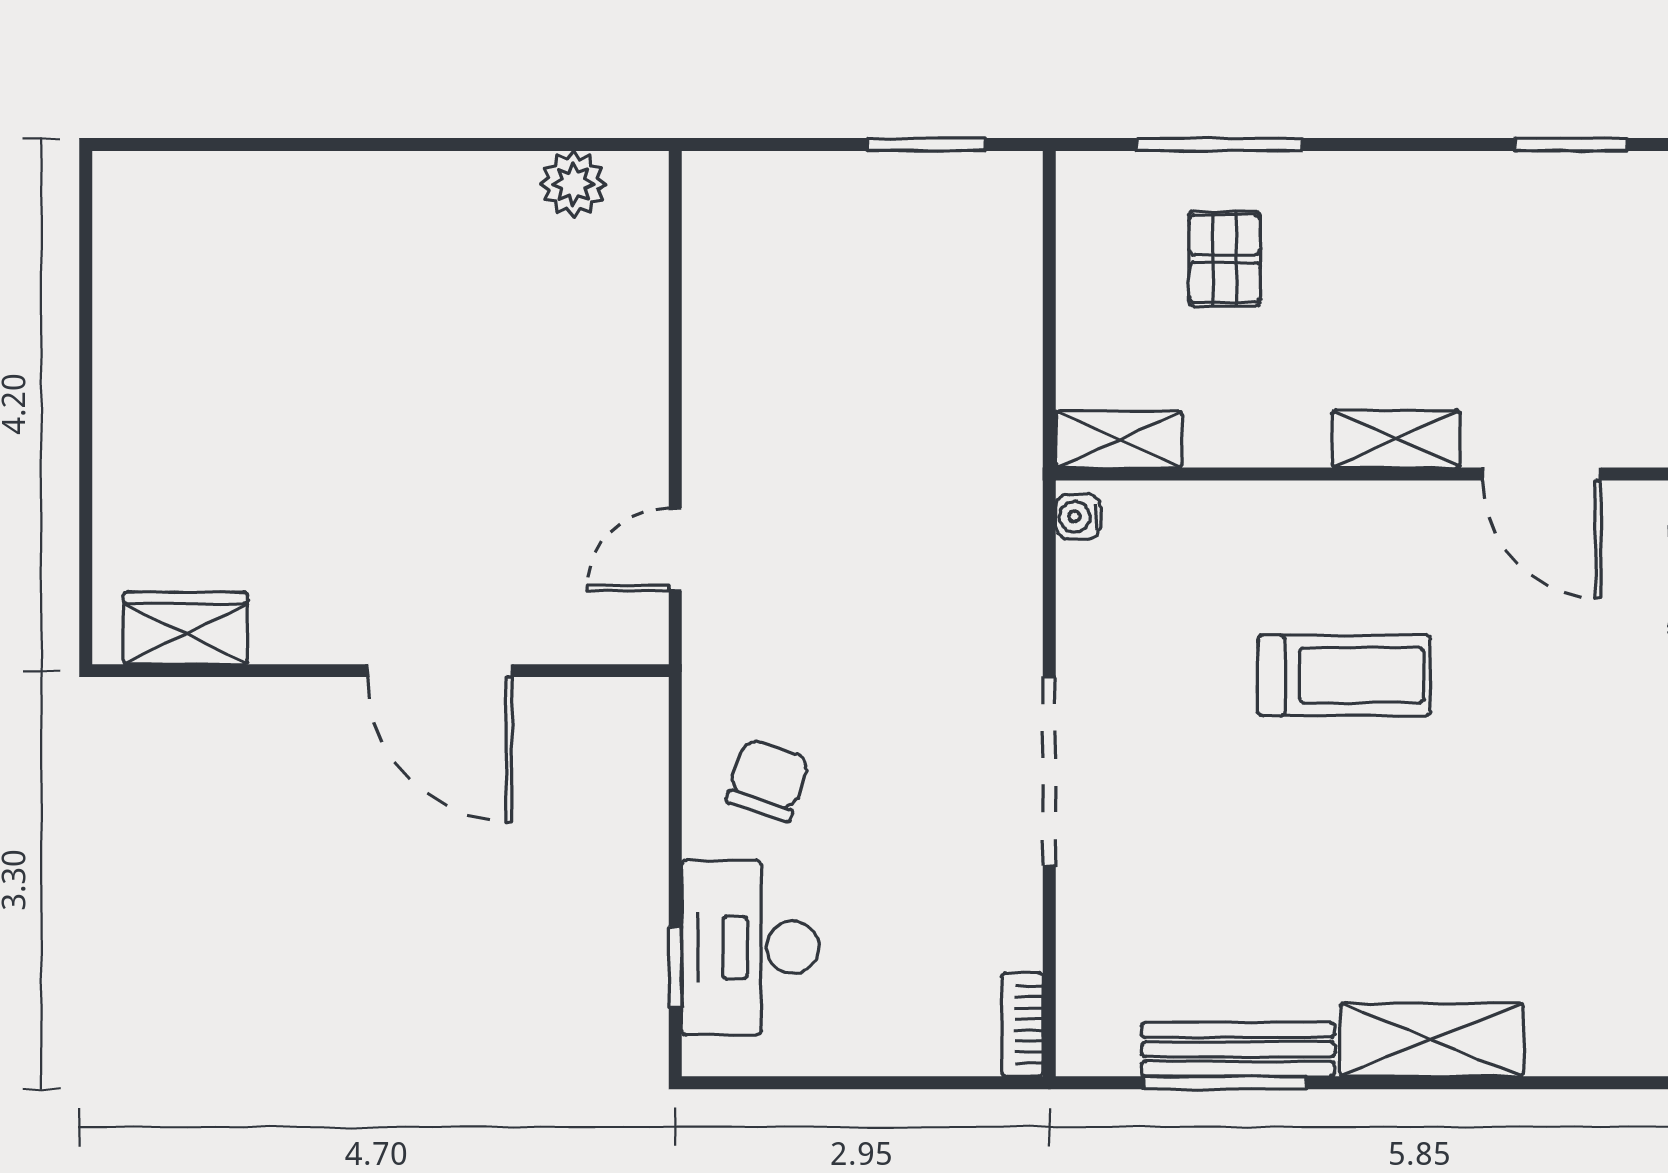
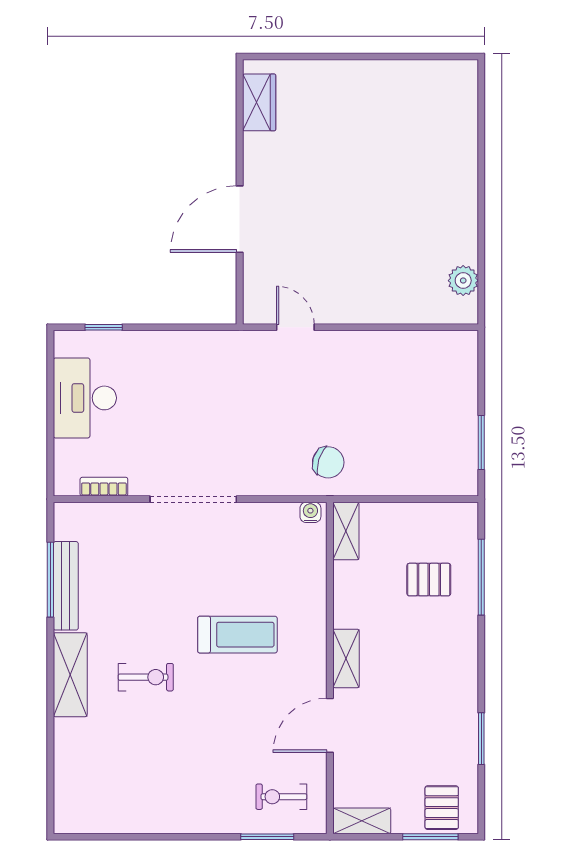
treadmill: (1344, 675) -> (237, 635), turned -90
chair: (768, 780) -> (328, 462), moved
exercise bike: (1437, 875) -> (146, 677), added
desk: (750, 947) -> (85, 398), moved, turned -90
bookcase: (1022, 1025) -> (104, 487), moved

